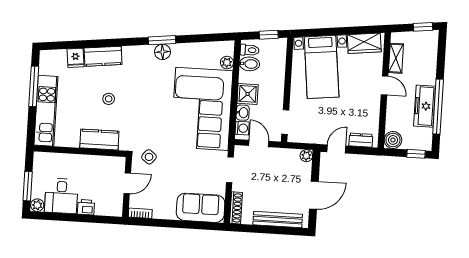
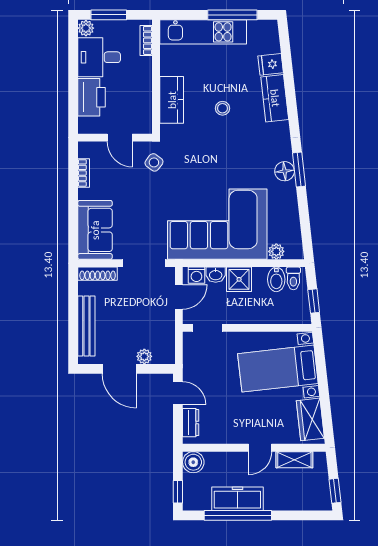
plant: (306, 156) -> (144, 356), moved
bookcase: (50, 157) -> (146, 40), added
doorway: (230, 170) -> (144, 263), width x1.38
printer: (86, 207) -> (92, 97), width x1.87, depth x1.48
bookcase: (140, 213) -> (84, 173), moved

